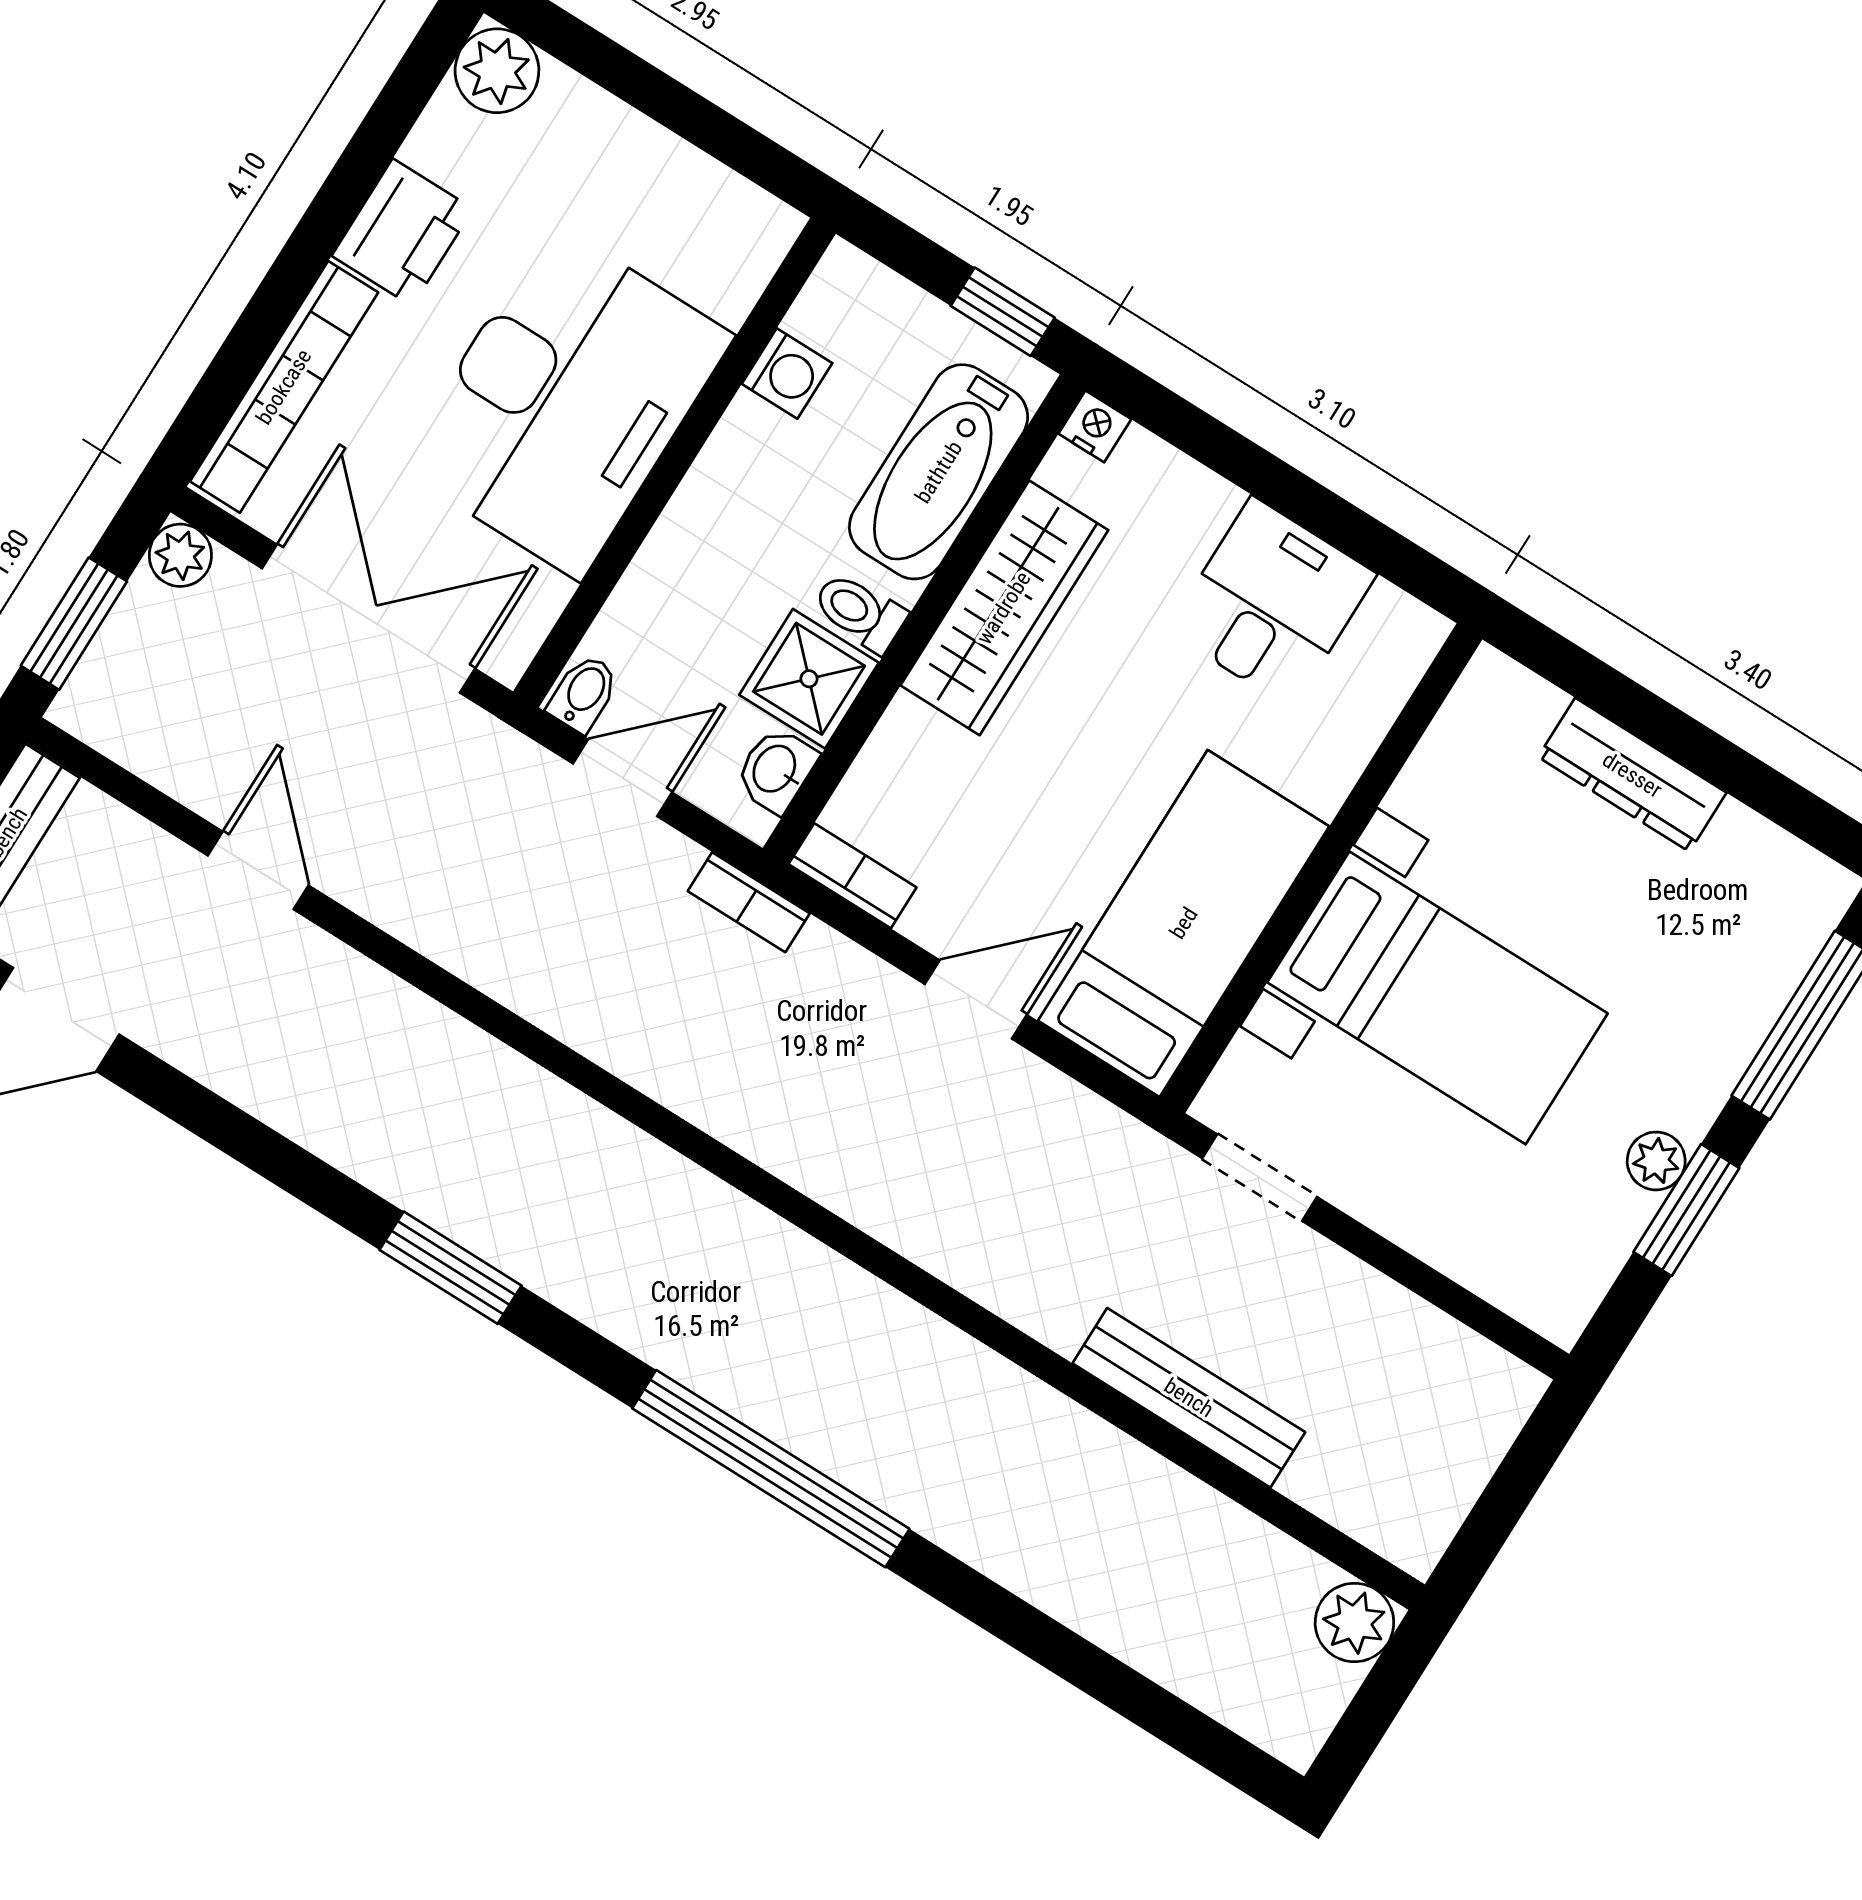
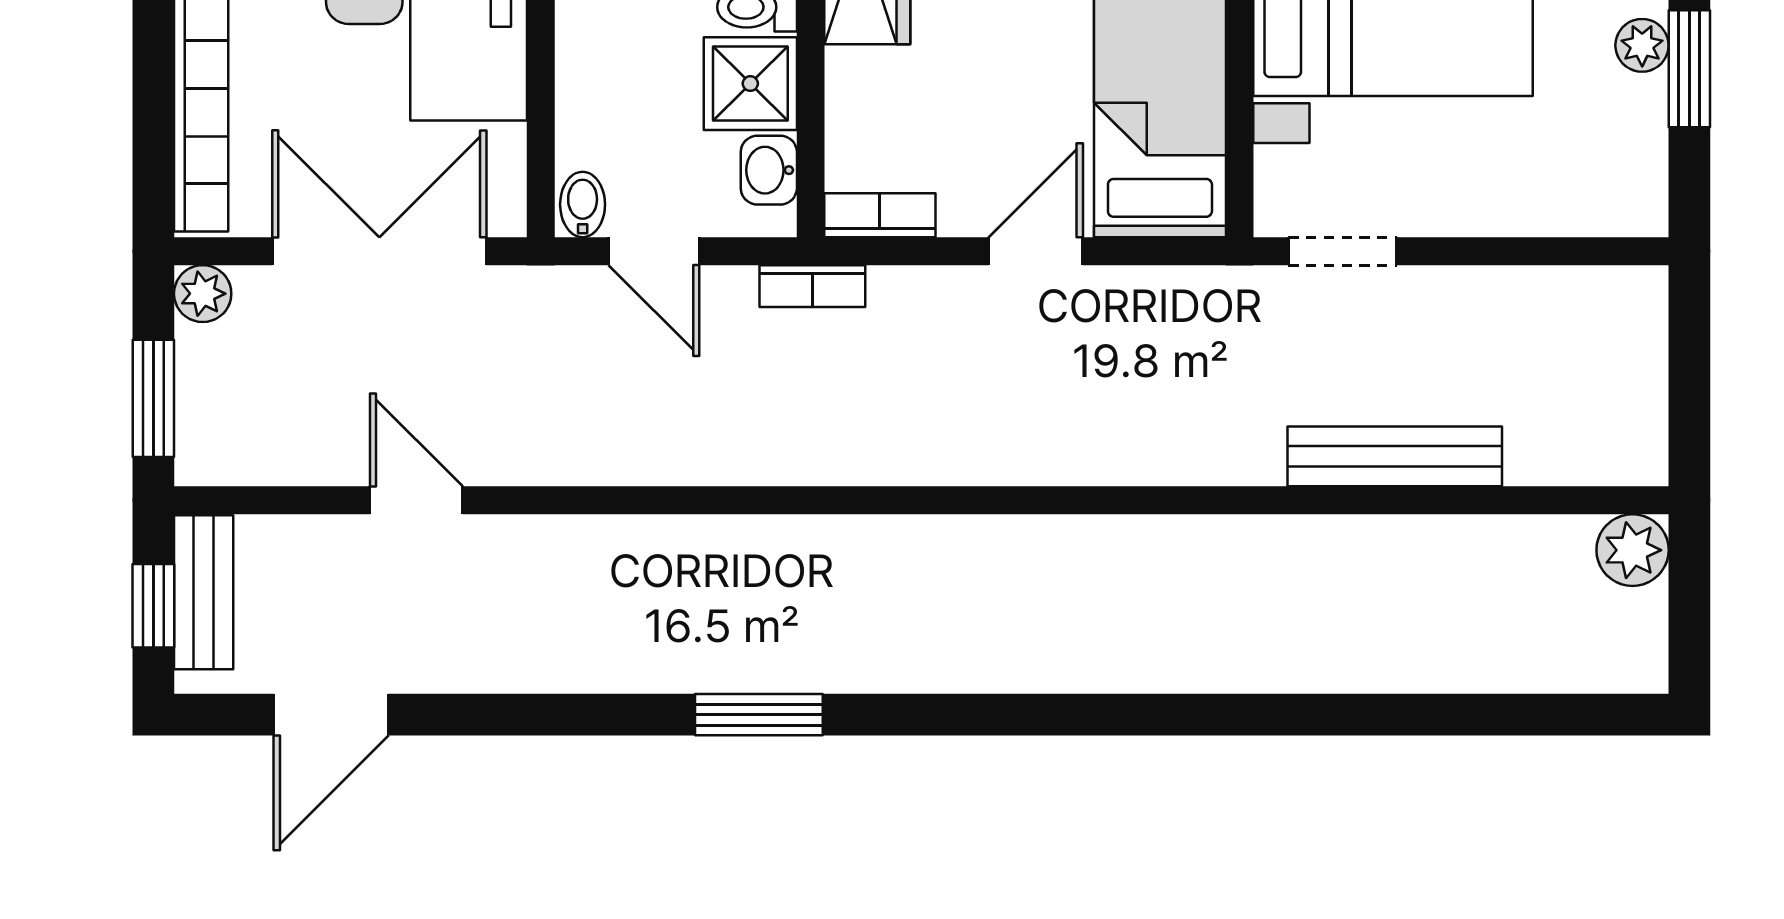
door: (622, 778) -> (654, 251), swing flipped
window: (771, 1469) -> (1105, 715), removed

